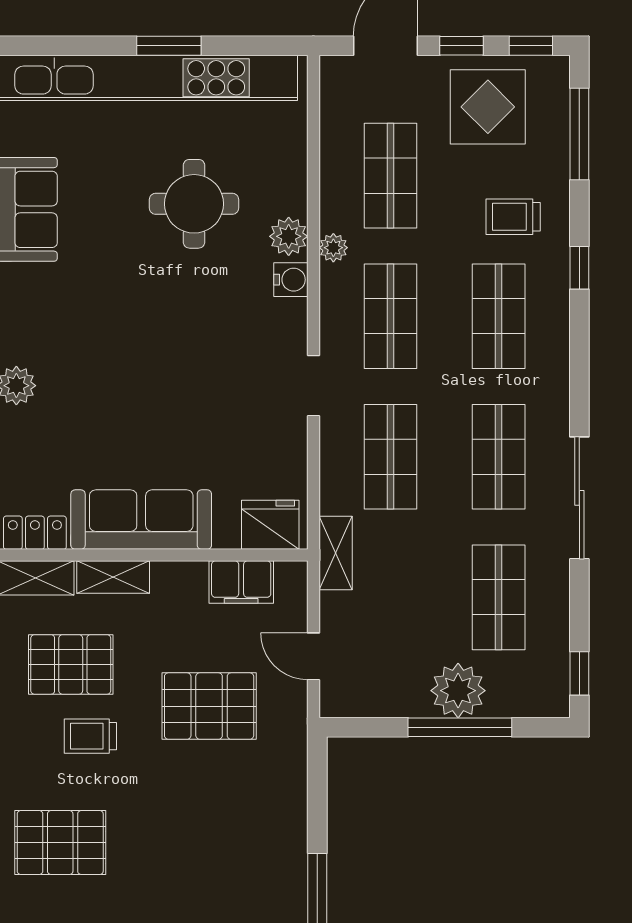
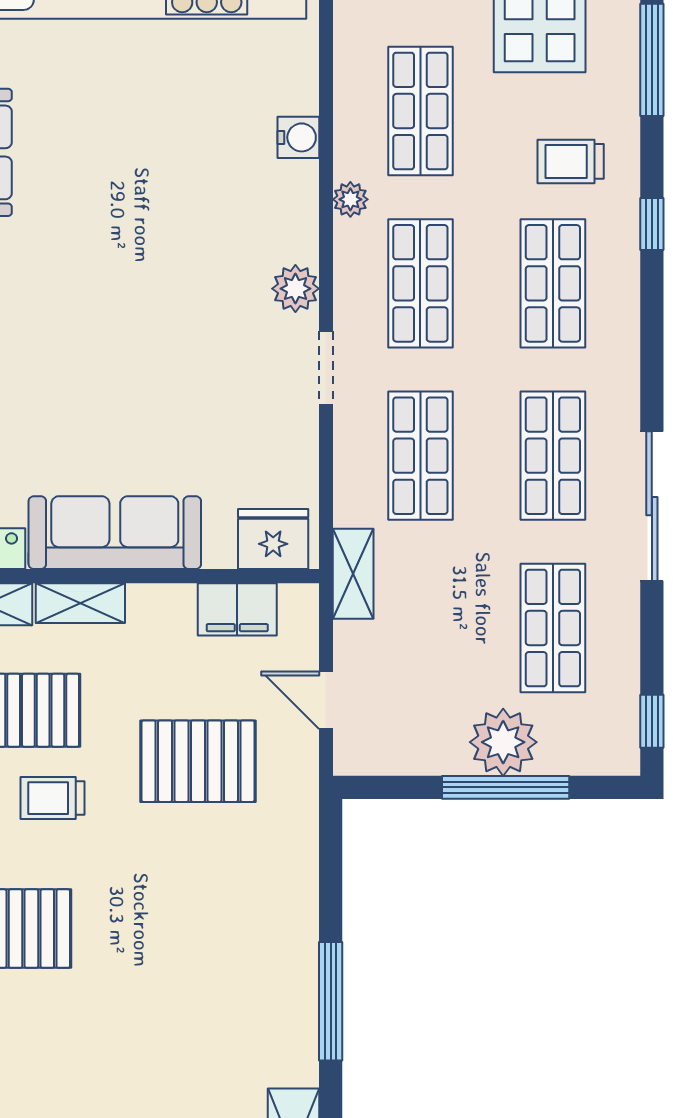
round table: (194, 204) -> (180, 146), removed
plant: (289, 236) -> (295, 289), moved
water cooler: (291, 280) -> (298, 137), moved

